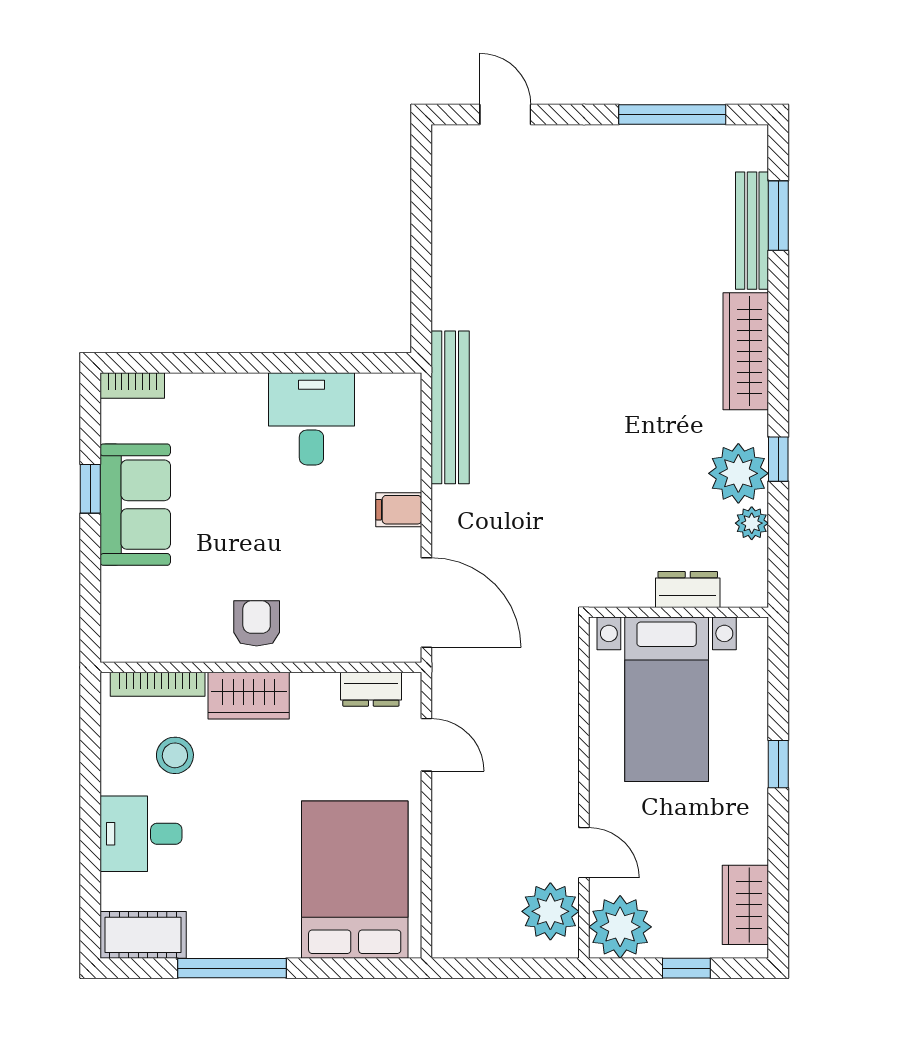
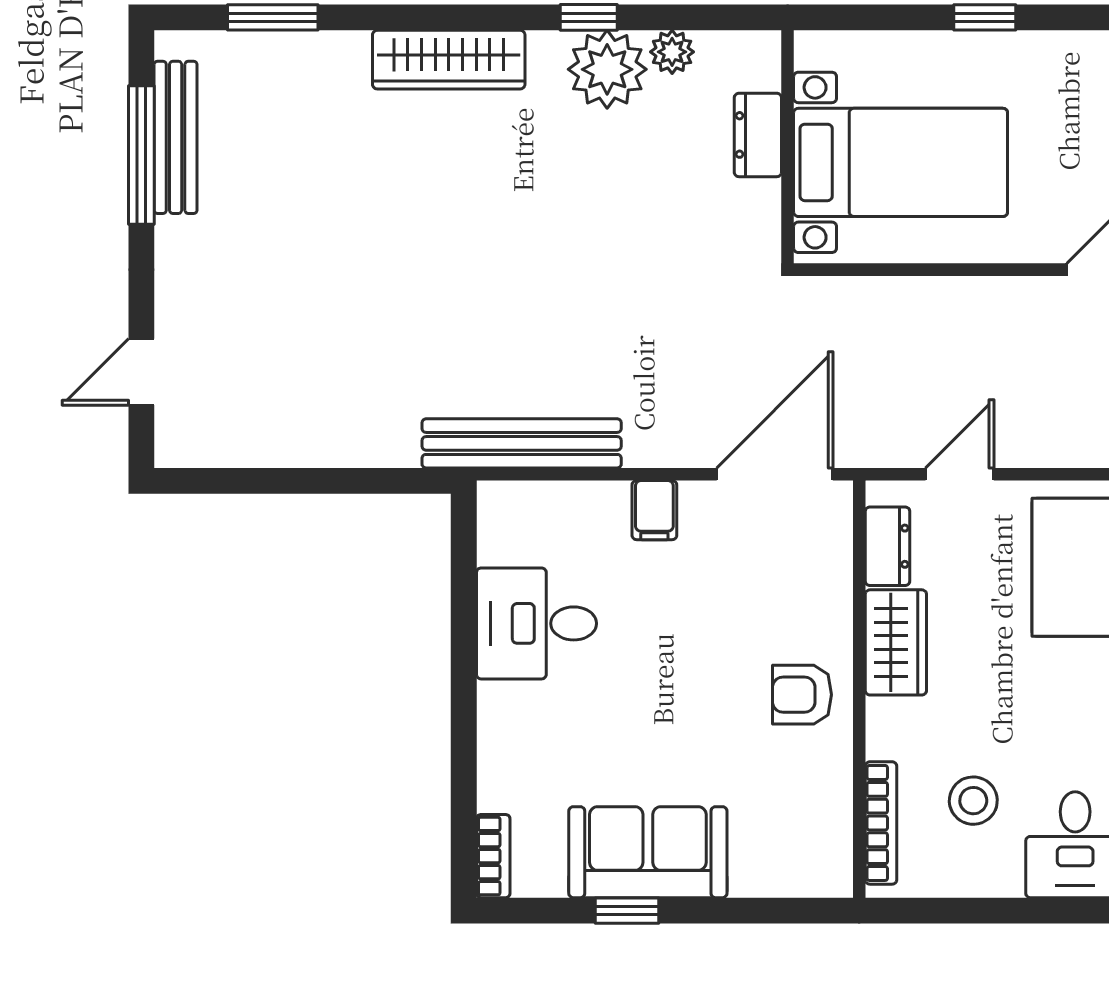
bench: (752, 231) -> (176, 137), moved, turned 90
wardrobe: (249, 696) -> (896, 642), moved

